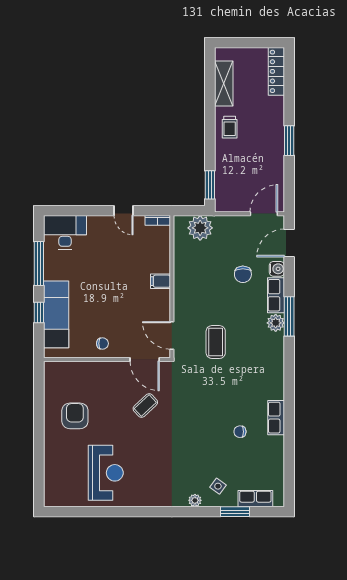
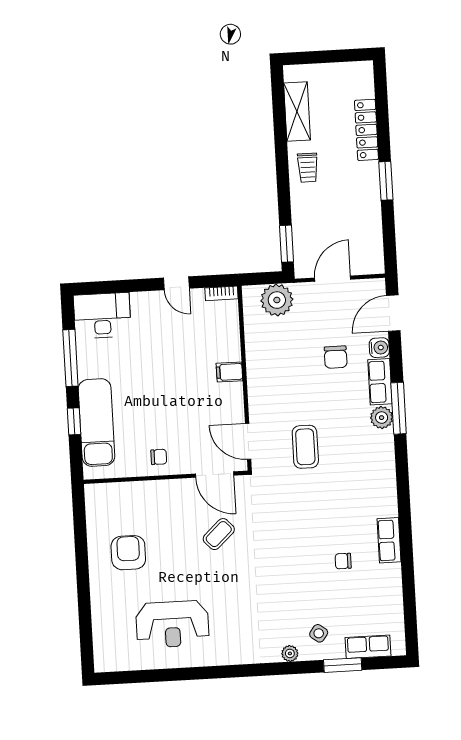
locker: (276, 71) -> (366, 130), moved
door: (264, 214) -> (333, 279), moved
reception desk: (106, 473) -> (172, 624), turned 90

